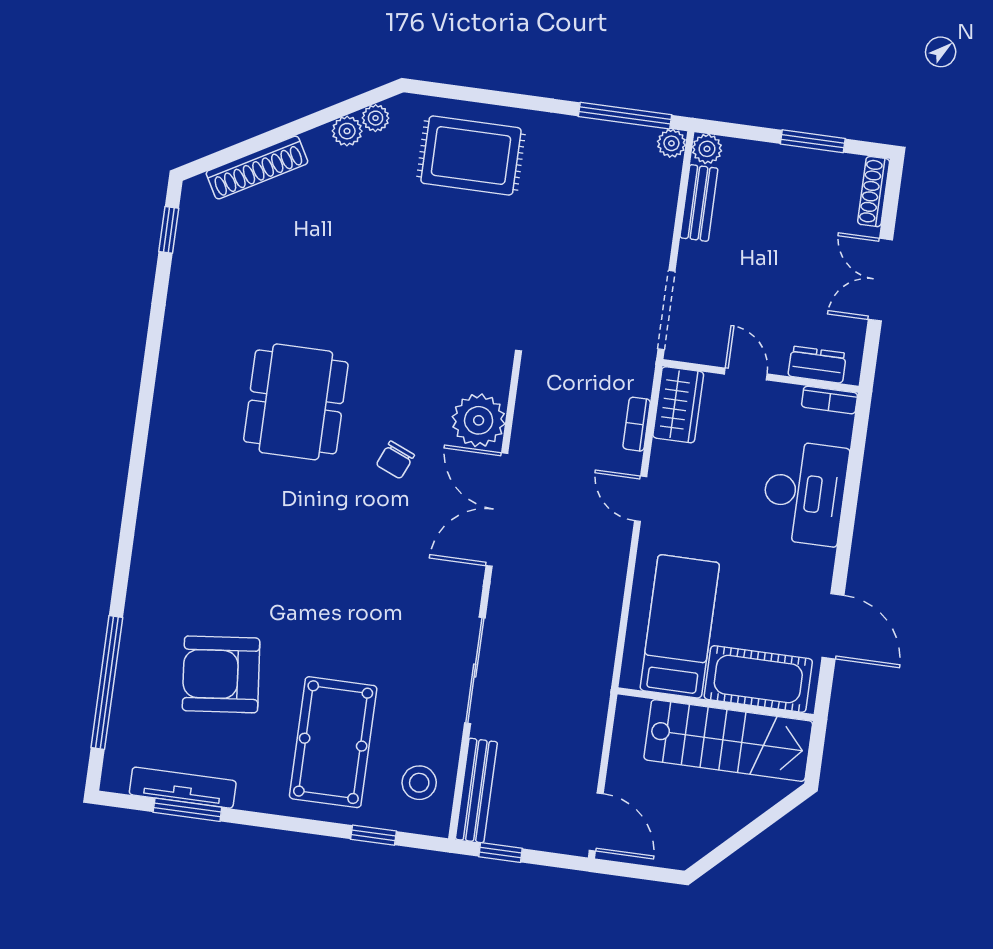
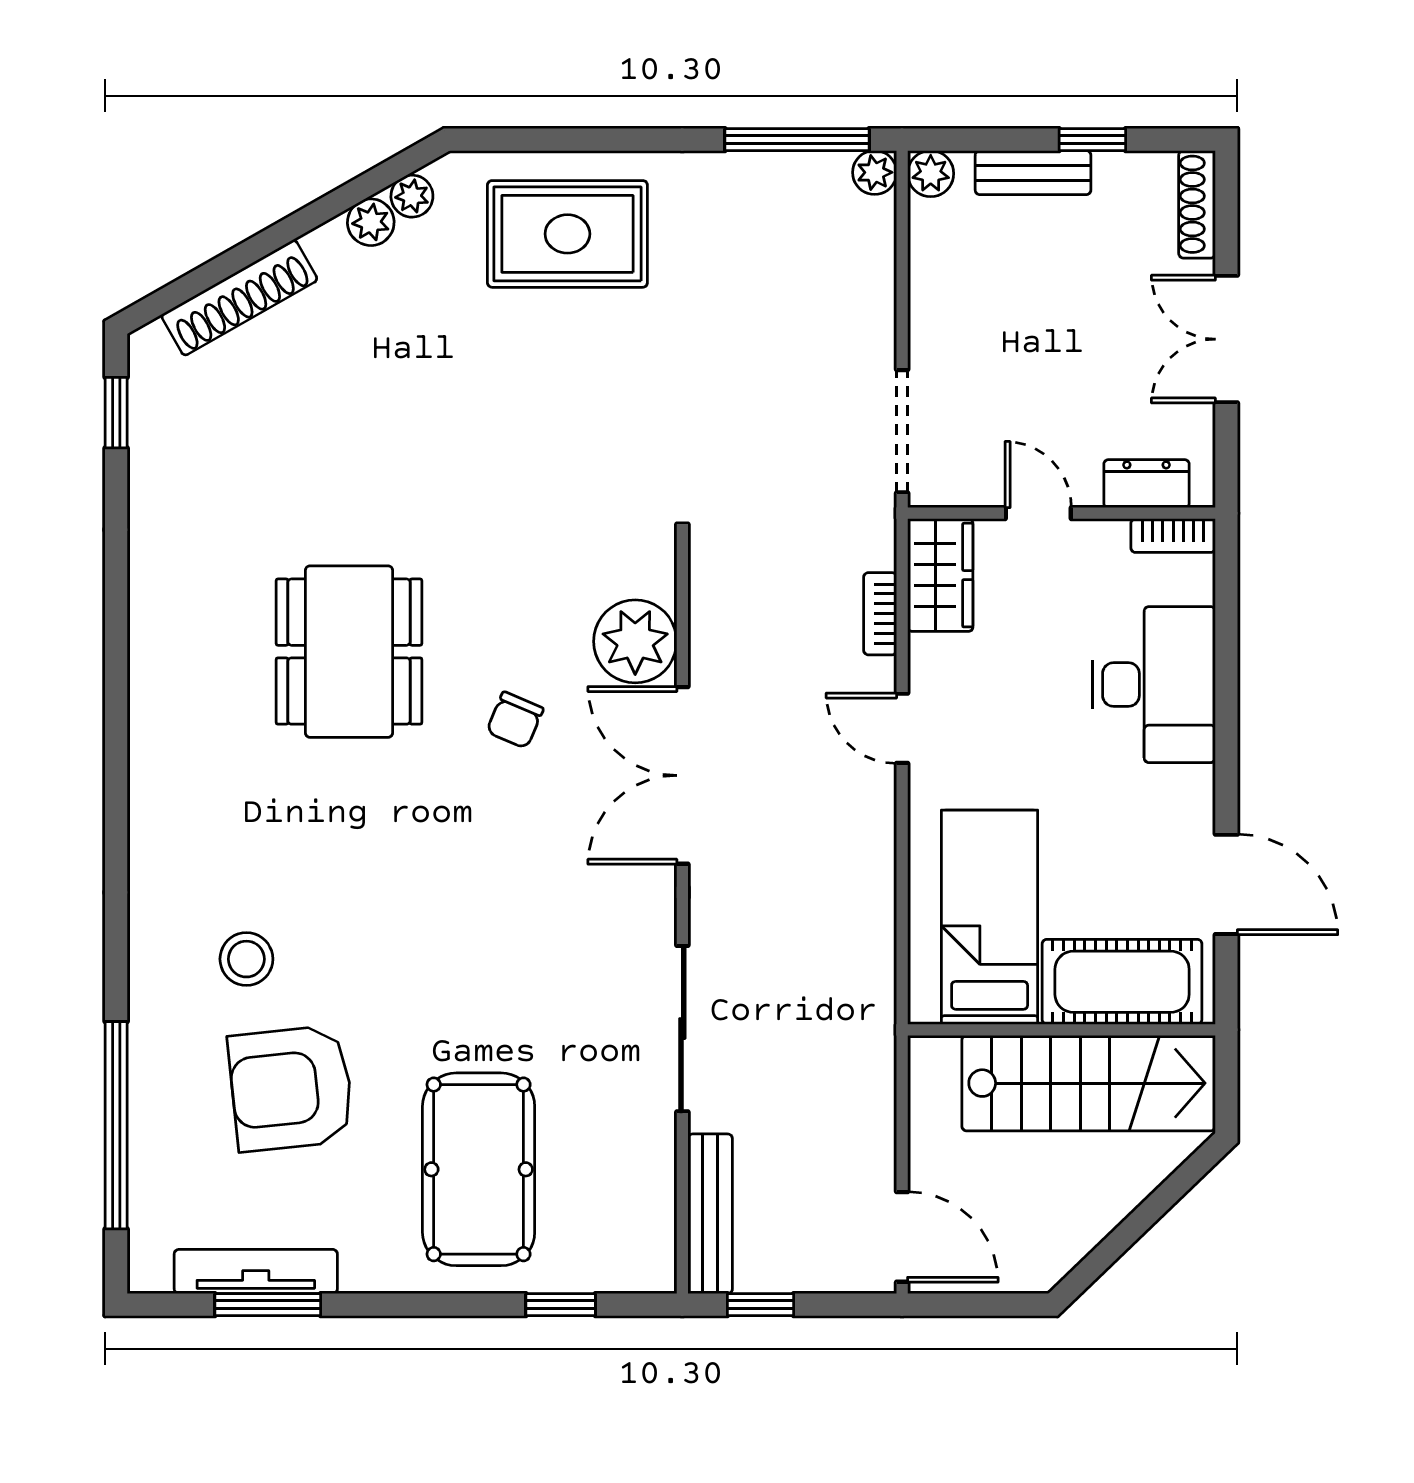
window: (813, 141) -> (1092, 140), width x0.67
bench: (699, 203) -> (1033, 173), moved, turned 90
stool: (419, 783) -> (246, 959), moved

